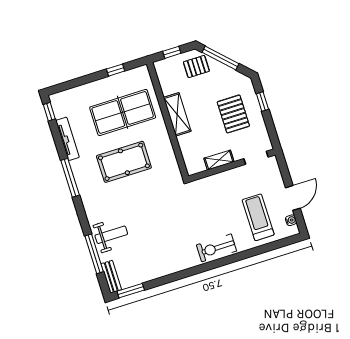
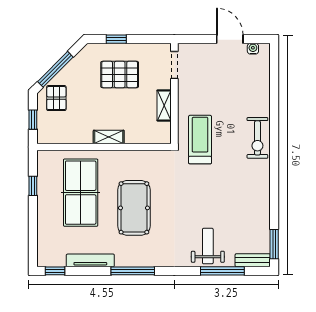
shelving: (177, 114) -> (109, 137), width x0.67, depth x0.75
treadmill: (258, 217) -> (200, 140), moved, turned 90

